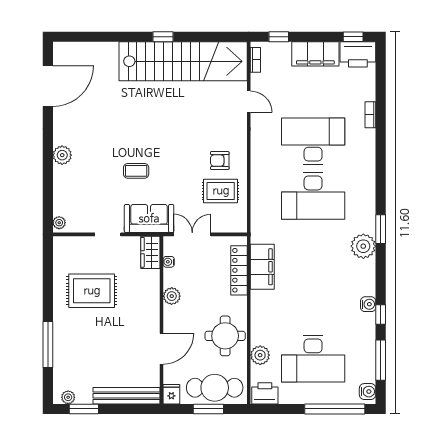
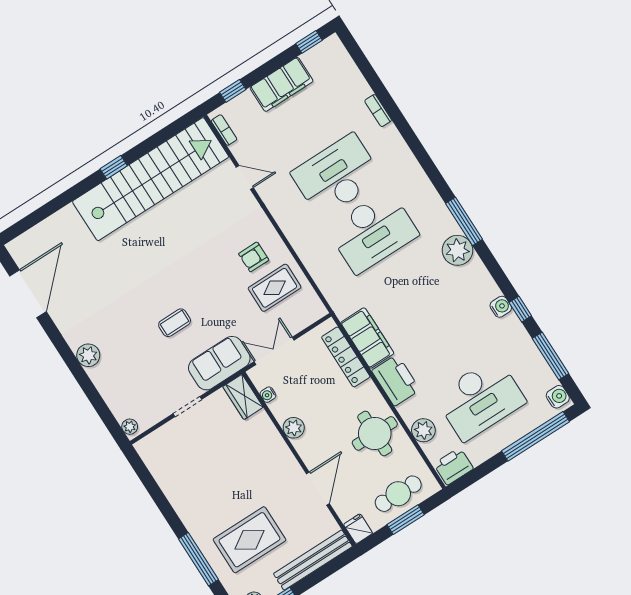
printer: (358, 54) -> (396, 380), moved, turned -90
window: (381, 229) -> (464, 221), width x1.44
rug: (92, 291) -> (250, 540), moved
cafe table: (215, 388) -> (398, 494), width x0.73, depth x0.74

